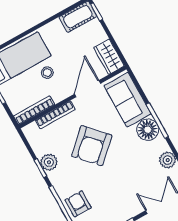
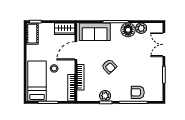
door: (88, 89) -> (76, 51), hinge flipped
floor lamp: (148, 130) -> (128, 30), moved
armchair: (92, 146) -> (109, 66), width x0.53, depth x0.53

